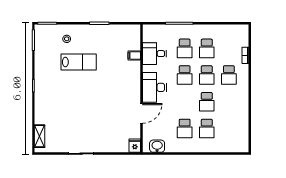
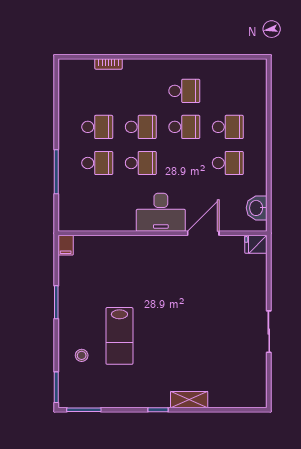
desk: (155, 54) -> (106, 212), removed
filing cabinet: (134, 55) -> (66, 245), moved
lab bench: (79, 62) -> (119, 336), turned 180
school desk: (229, 75) -> (184, 91), moved
door: (142, 113) -> (203, 233), hinge flipped
shelving: (40, 136) -> (189, 400), moved

